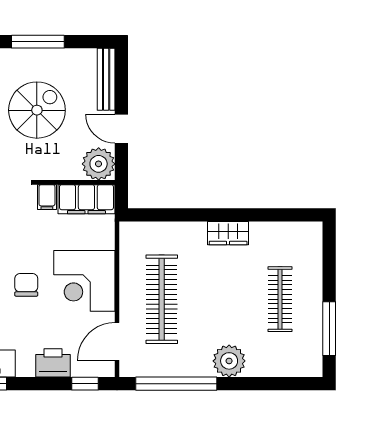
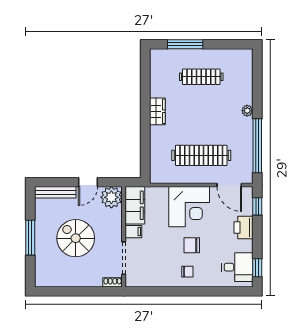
window: (329, 329) -> (185, 44), moved
plant: (229, 361) -> (247, 111), width x0.53, depth x0.53

